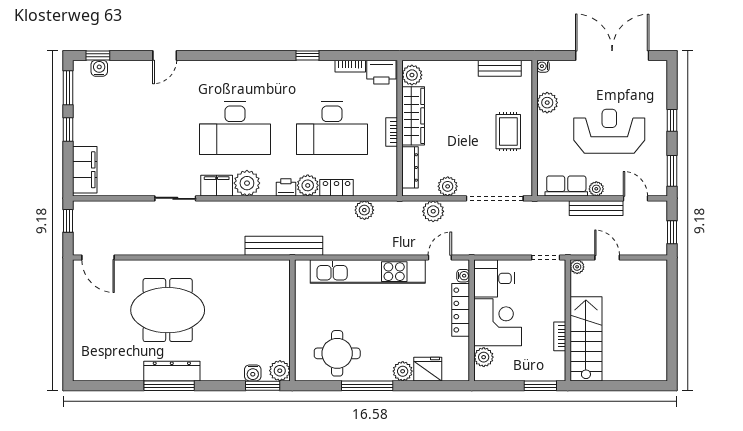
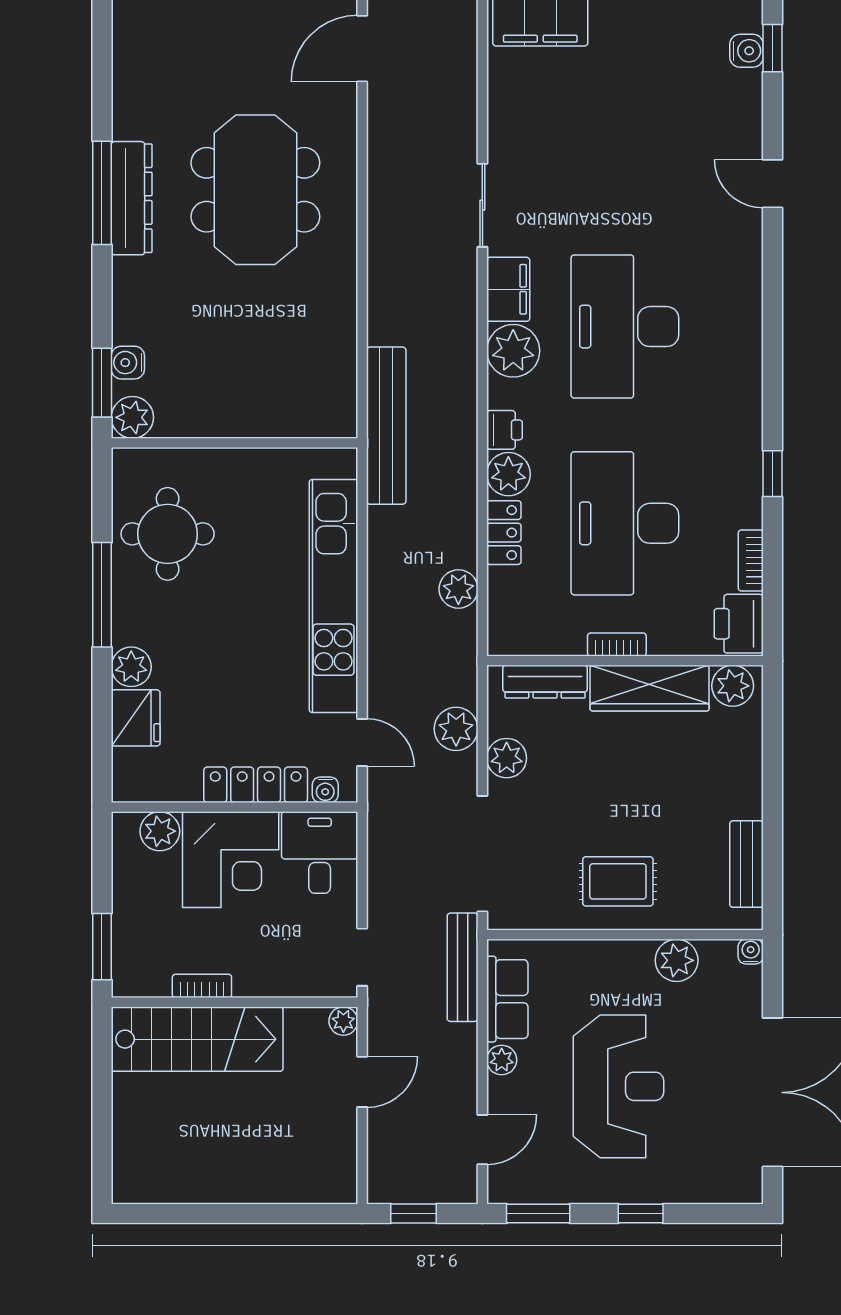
bench: (596, 208) -> (463, 967), moved

